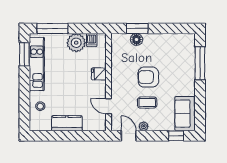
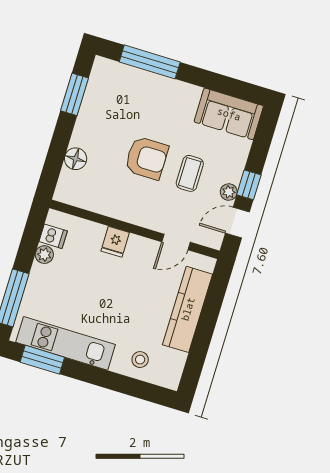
window: (137, 28) -> (74, 94), moved
plant: (76, 43) -> (44, 255), width x0.53, depth x0.53
armchair: (148, 77) -> (147, 158), turned -90
kitchen counter: (67, 123) -> (188, 309), width x1.50
window: (176, 136) -> (249, 185), moved

